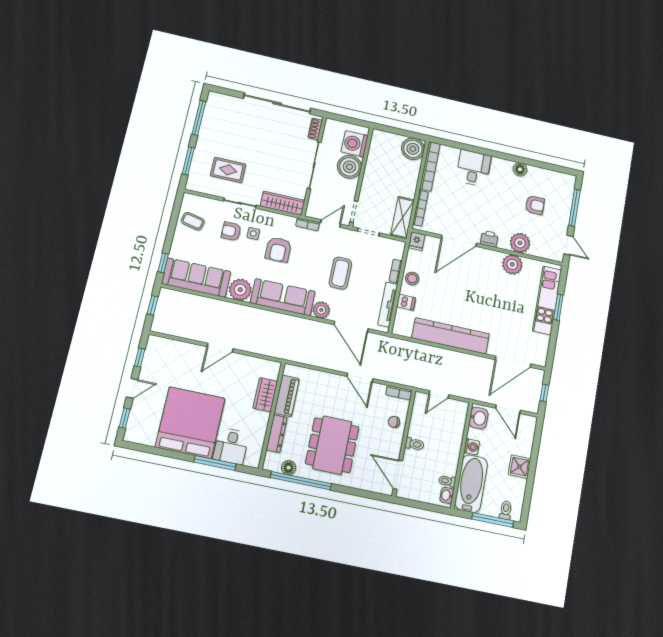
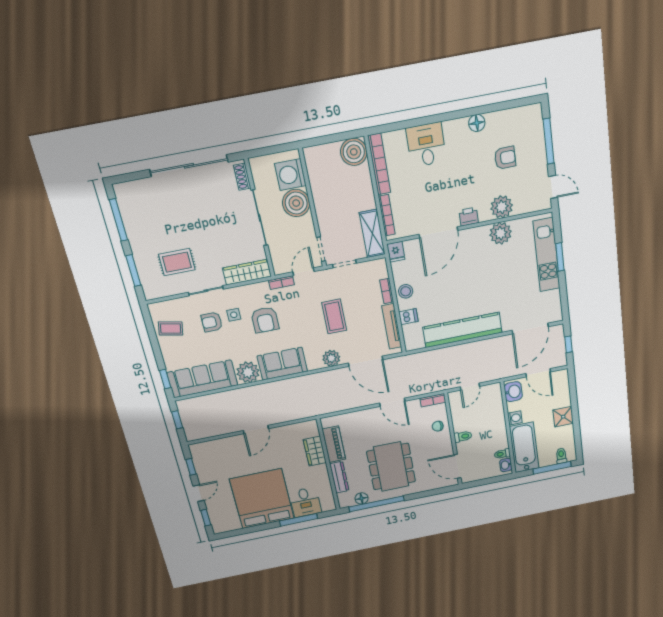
sofa: (283, 297) -> (282, 364), width x0.73

